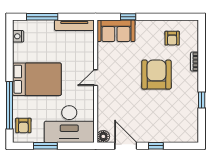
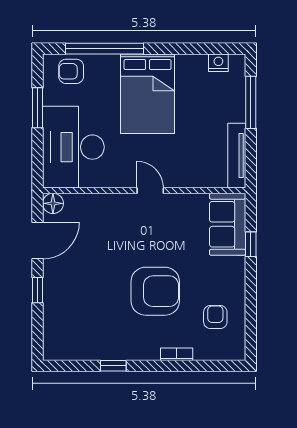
armchair: (172, 38) -> (215, 317), turned 90

